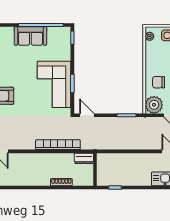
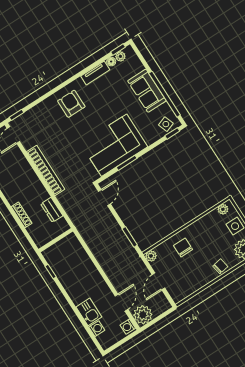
side table: (63, 38) -> (166, 124), added
plant: (154, 105) -> (151, 256), width x0.53, depth x0.53
bookcase: (58, 145) -> (46, 171), moved
dresser: (84, 158) -> (52, 210), moved

